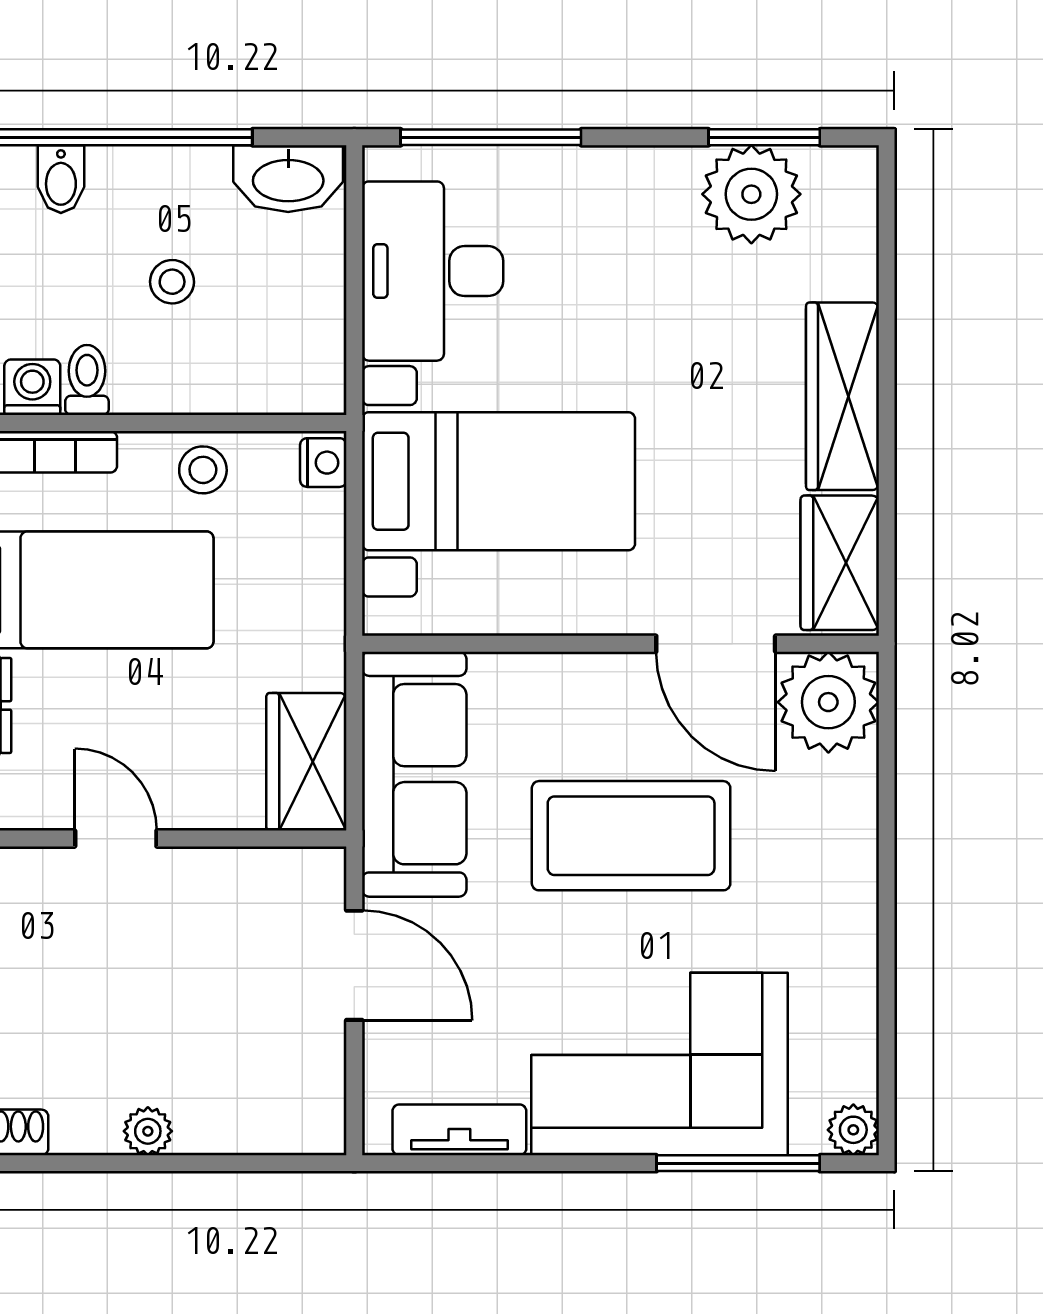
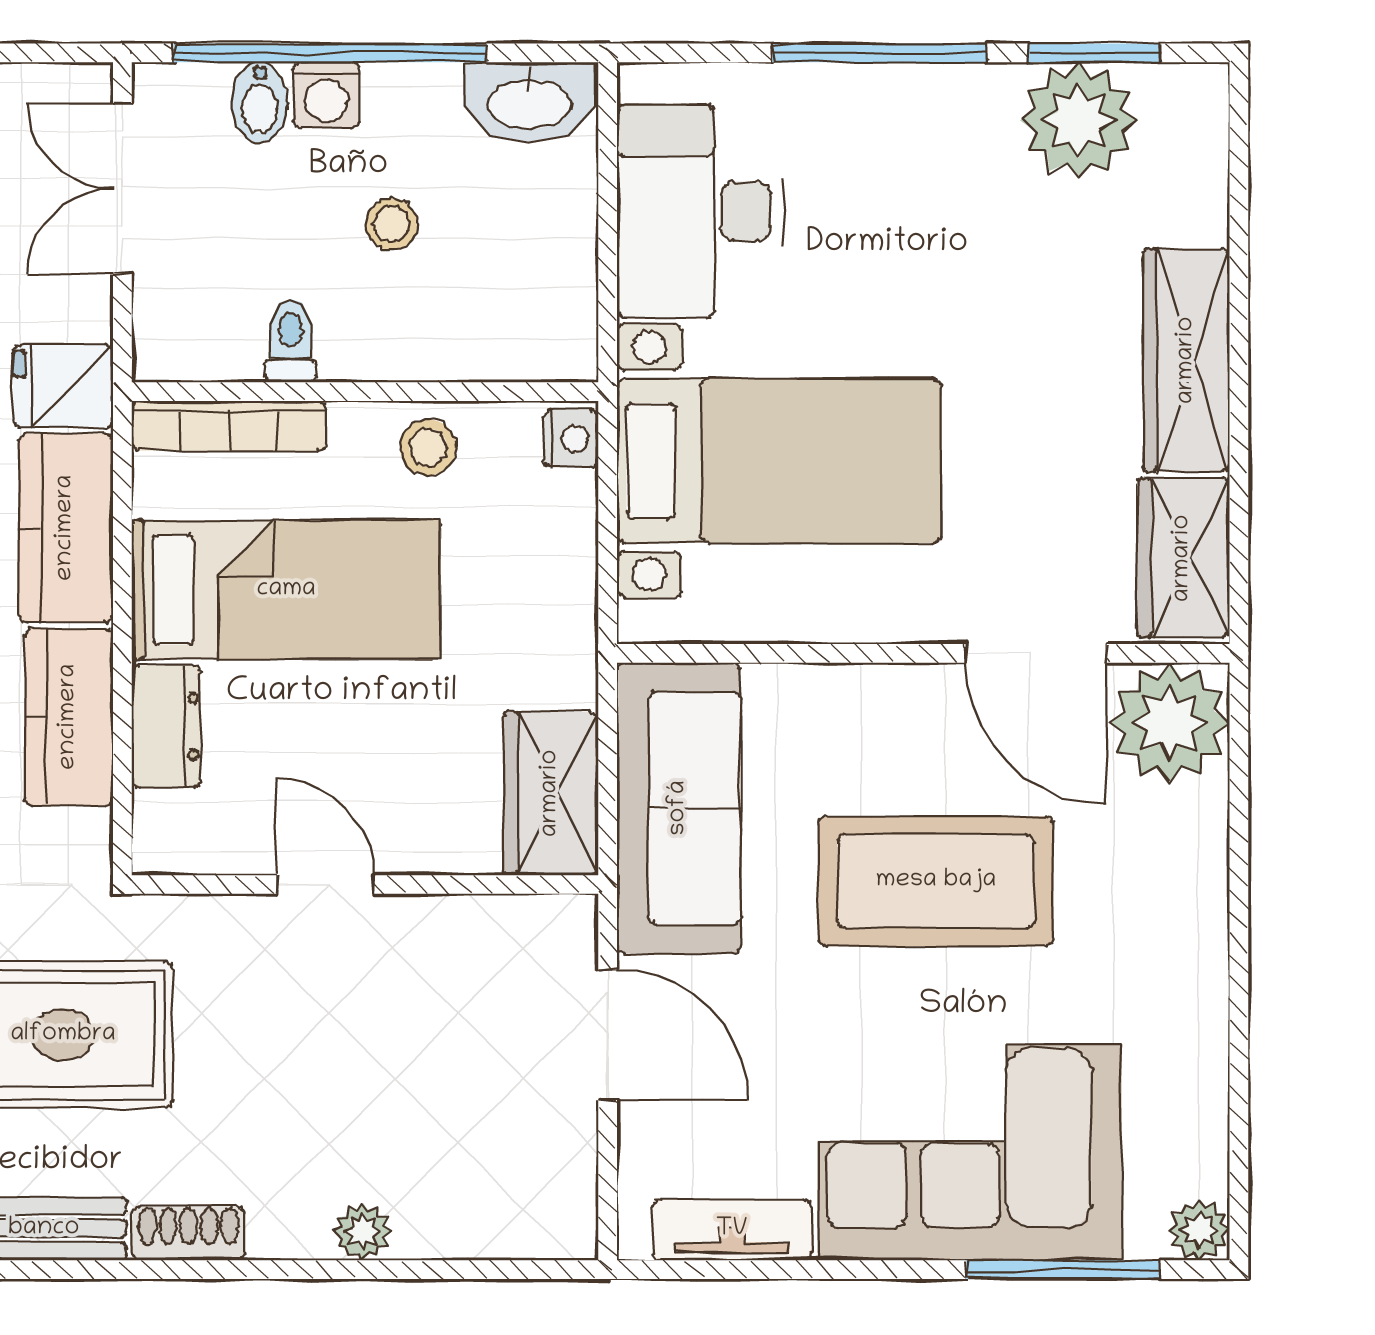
window: (491, 137) -> (879, 53), moved
washing machine: (32, 387) -> (326, 95), moved, turned 180

